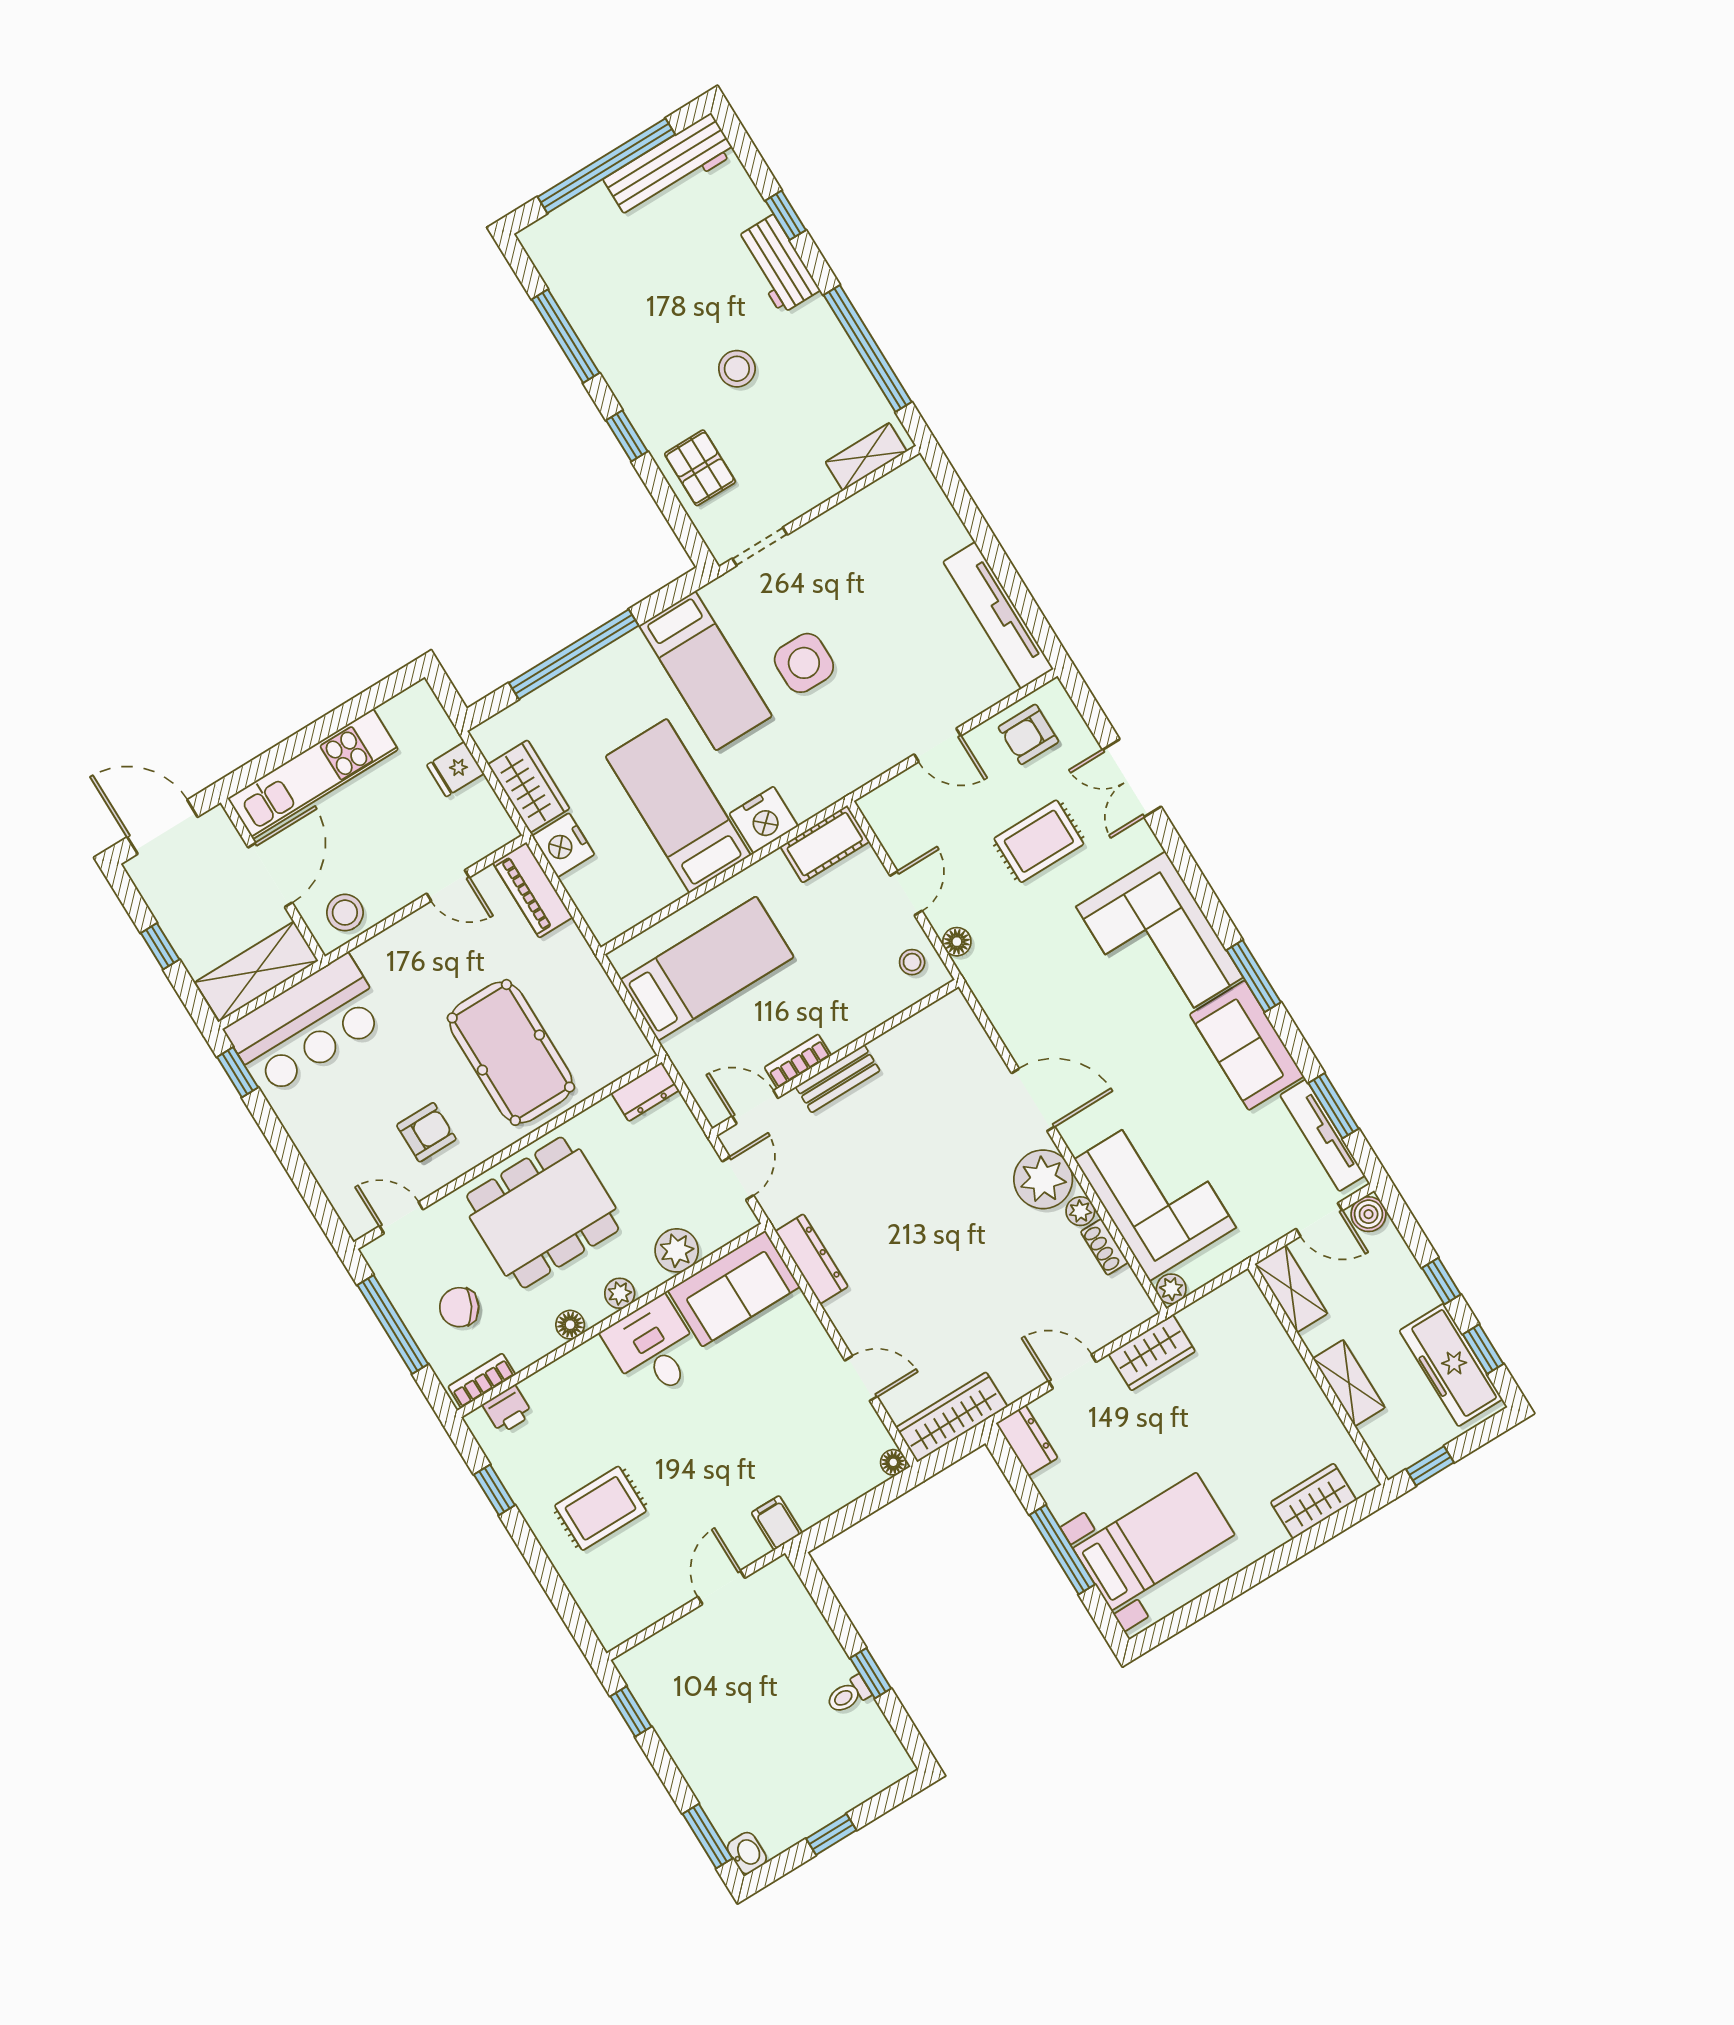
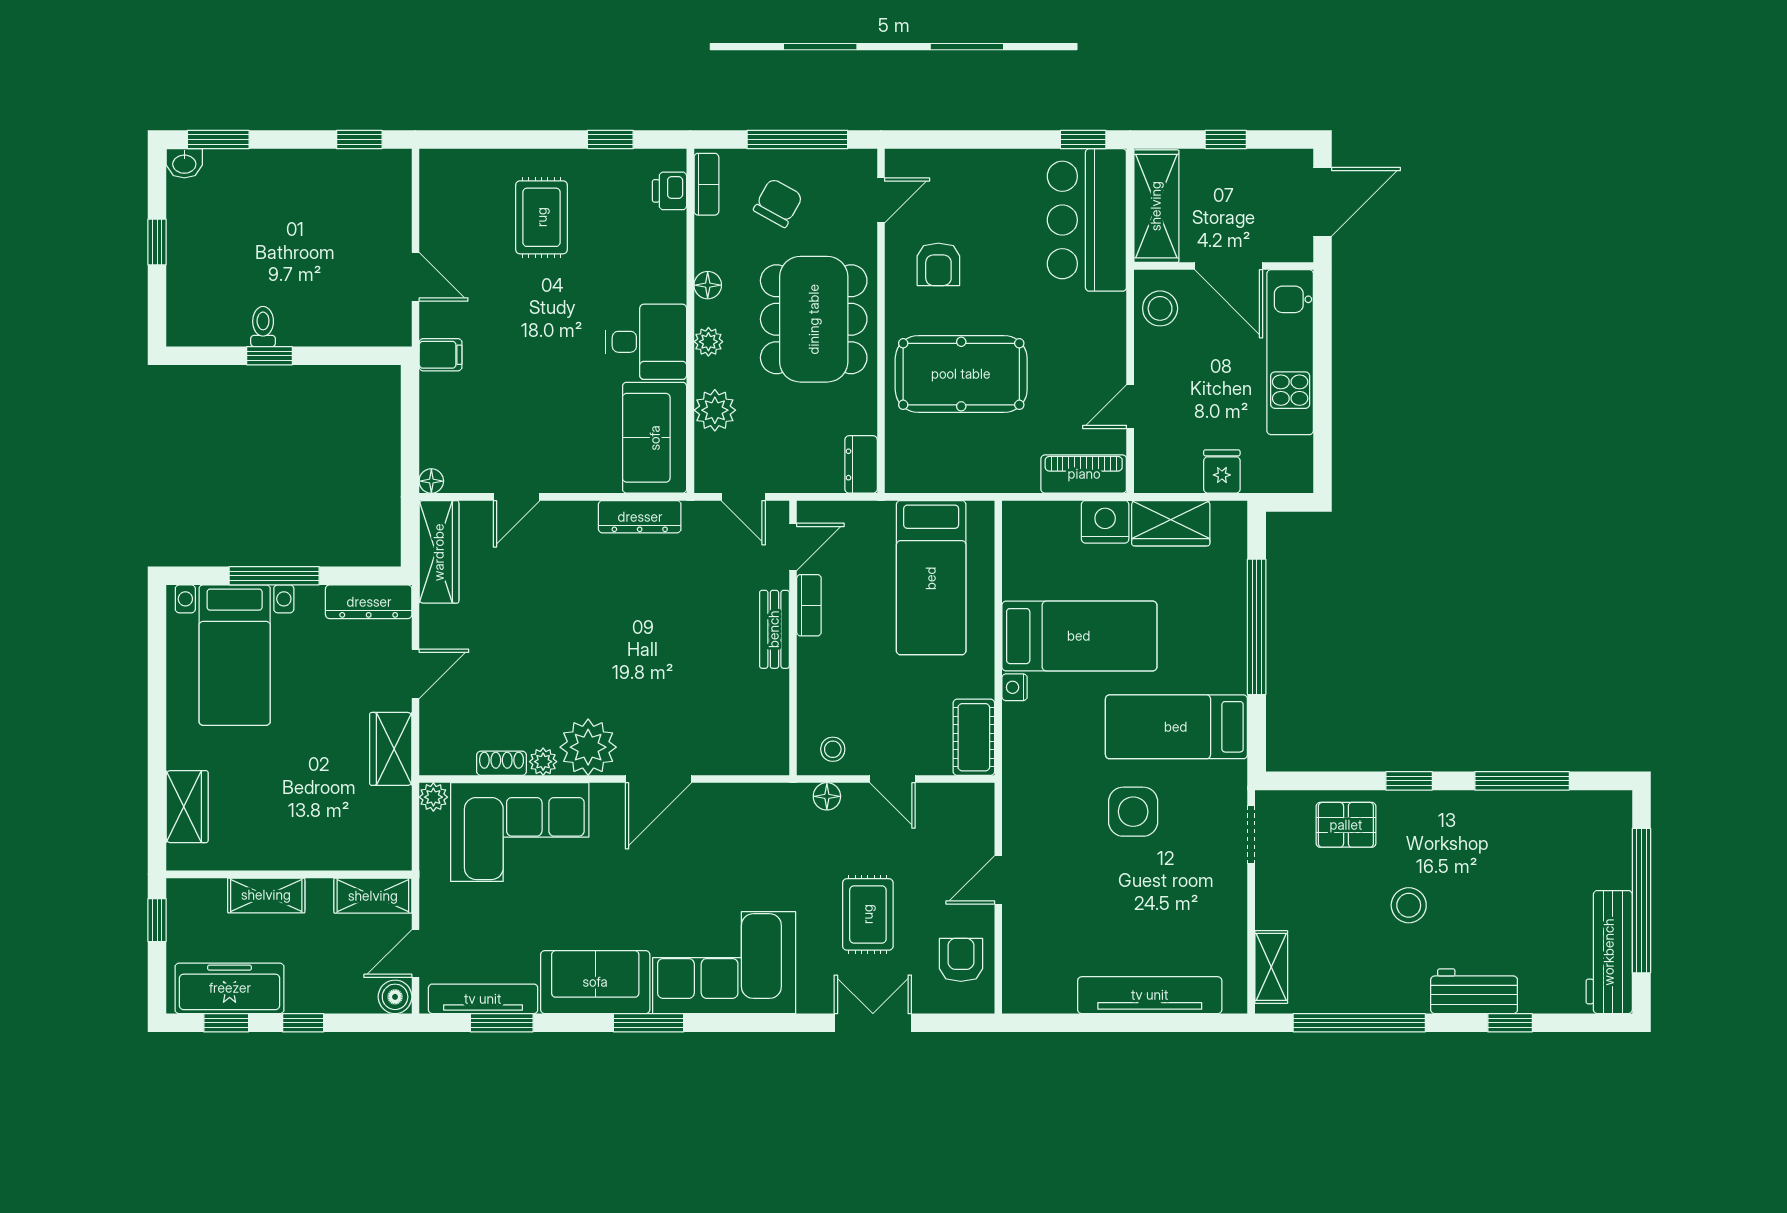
tv unit: (998, 615) -> (1150, 995), moved
nightstand: (764, 820) -> (1015, 687), width x0.53, depth x0.56
dresser: (1027, 1440) -> (369, 602), width x1.44

